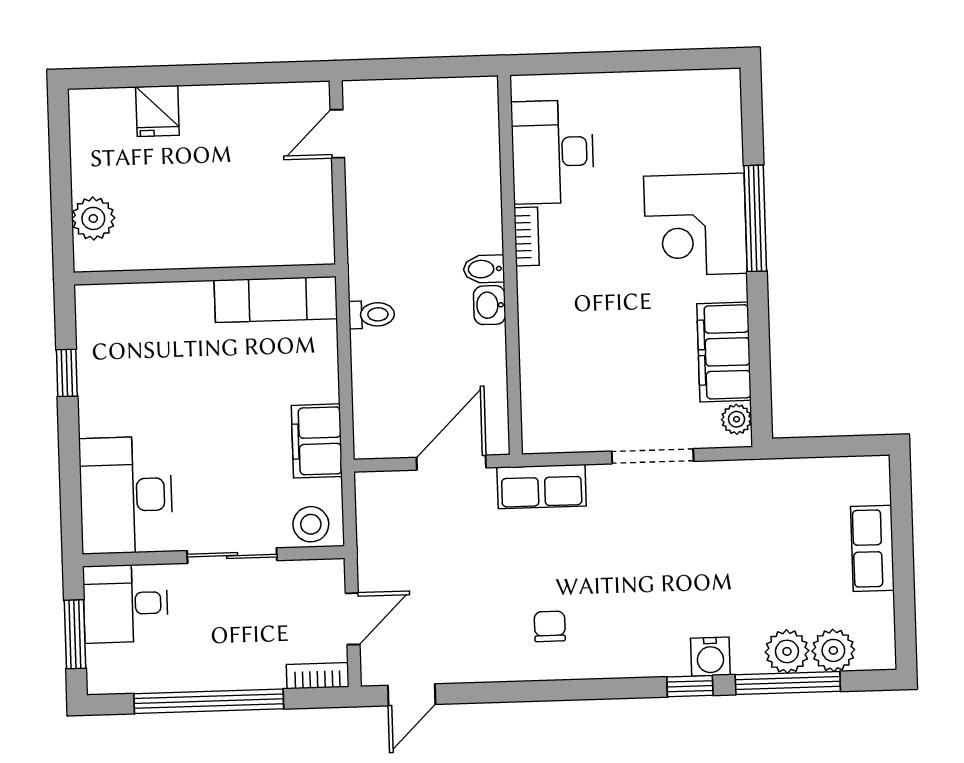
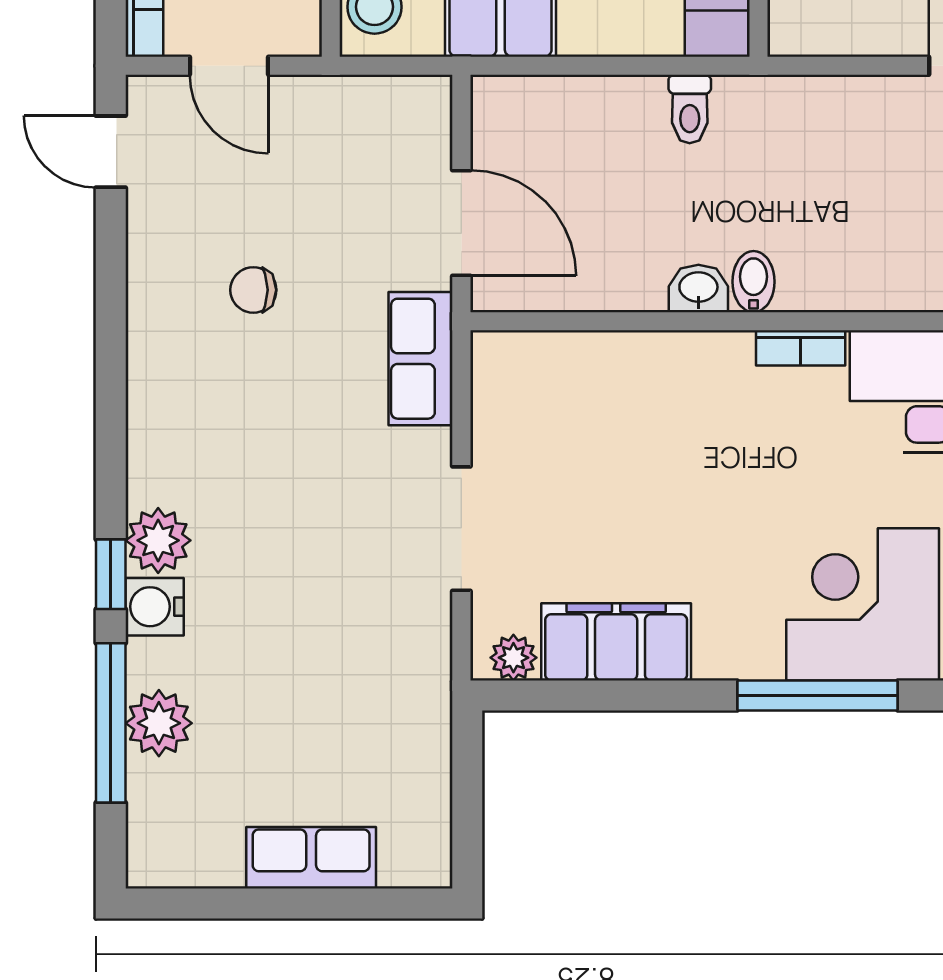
corner desk: (695, 225) -> (863, 604), moved
chair: (550, 626) -> (253, 290), moved, turned 180
plant: (833, 650) -> (158, 540), moved

